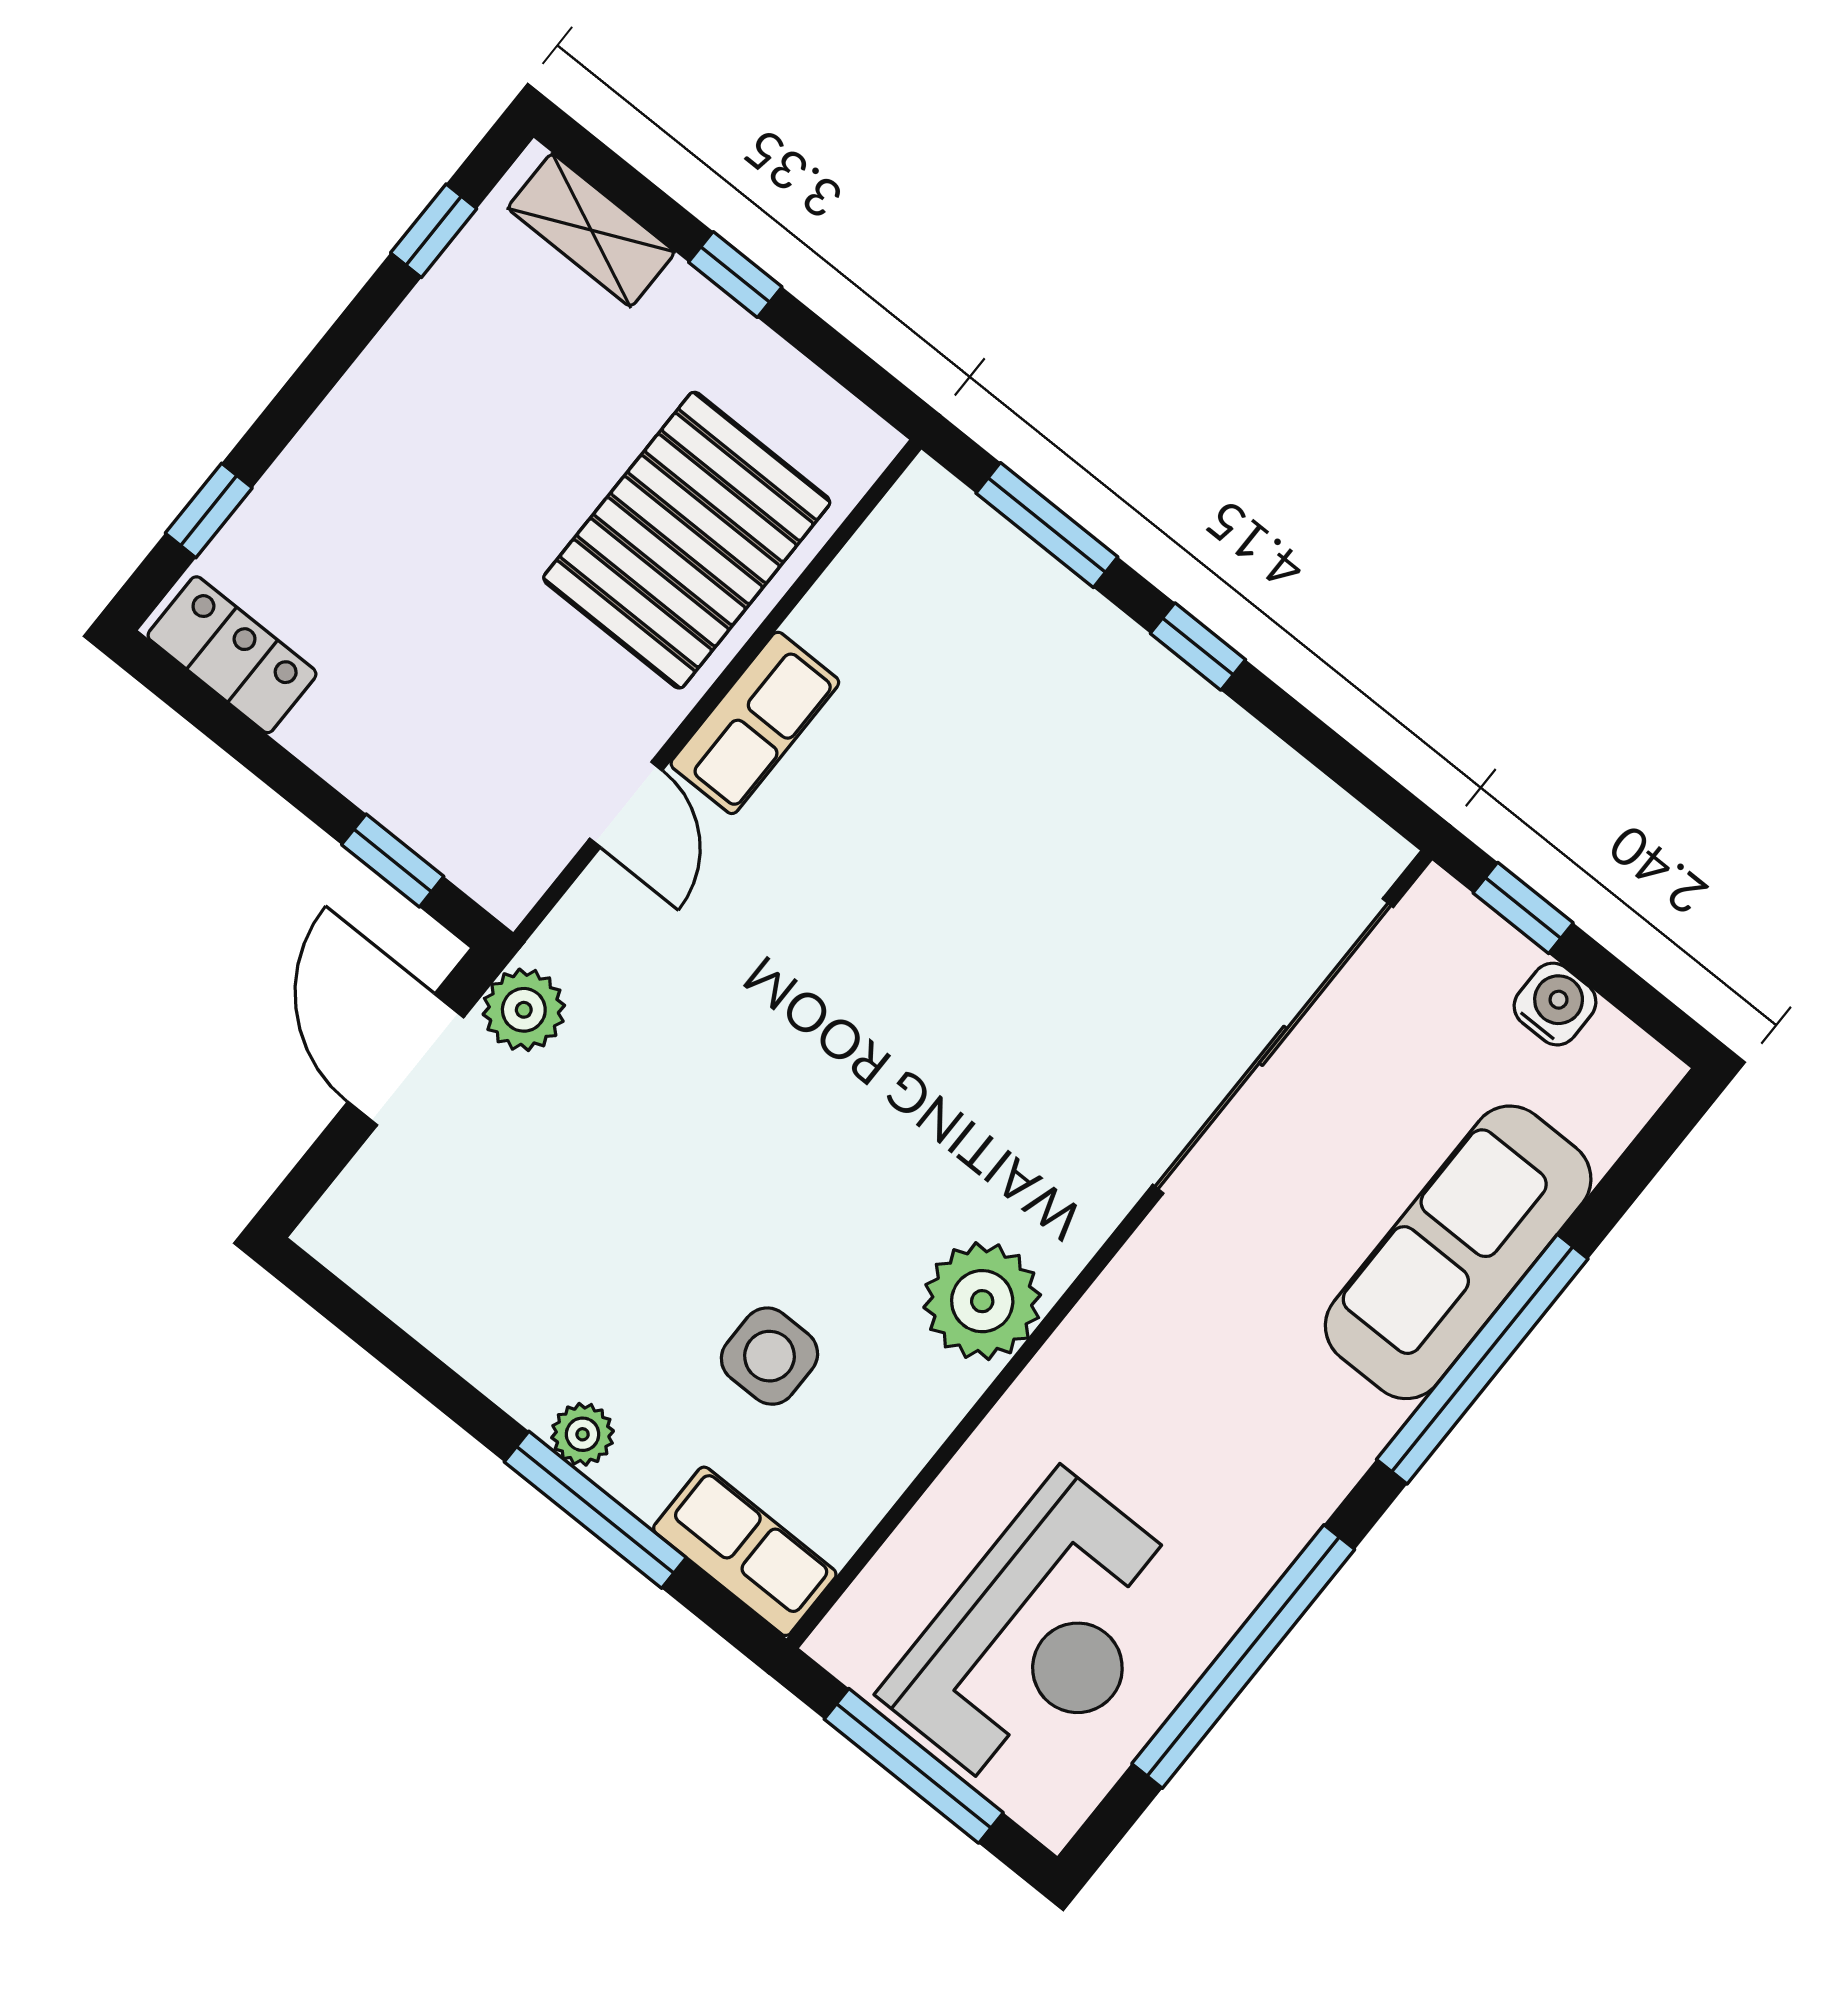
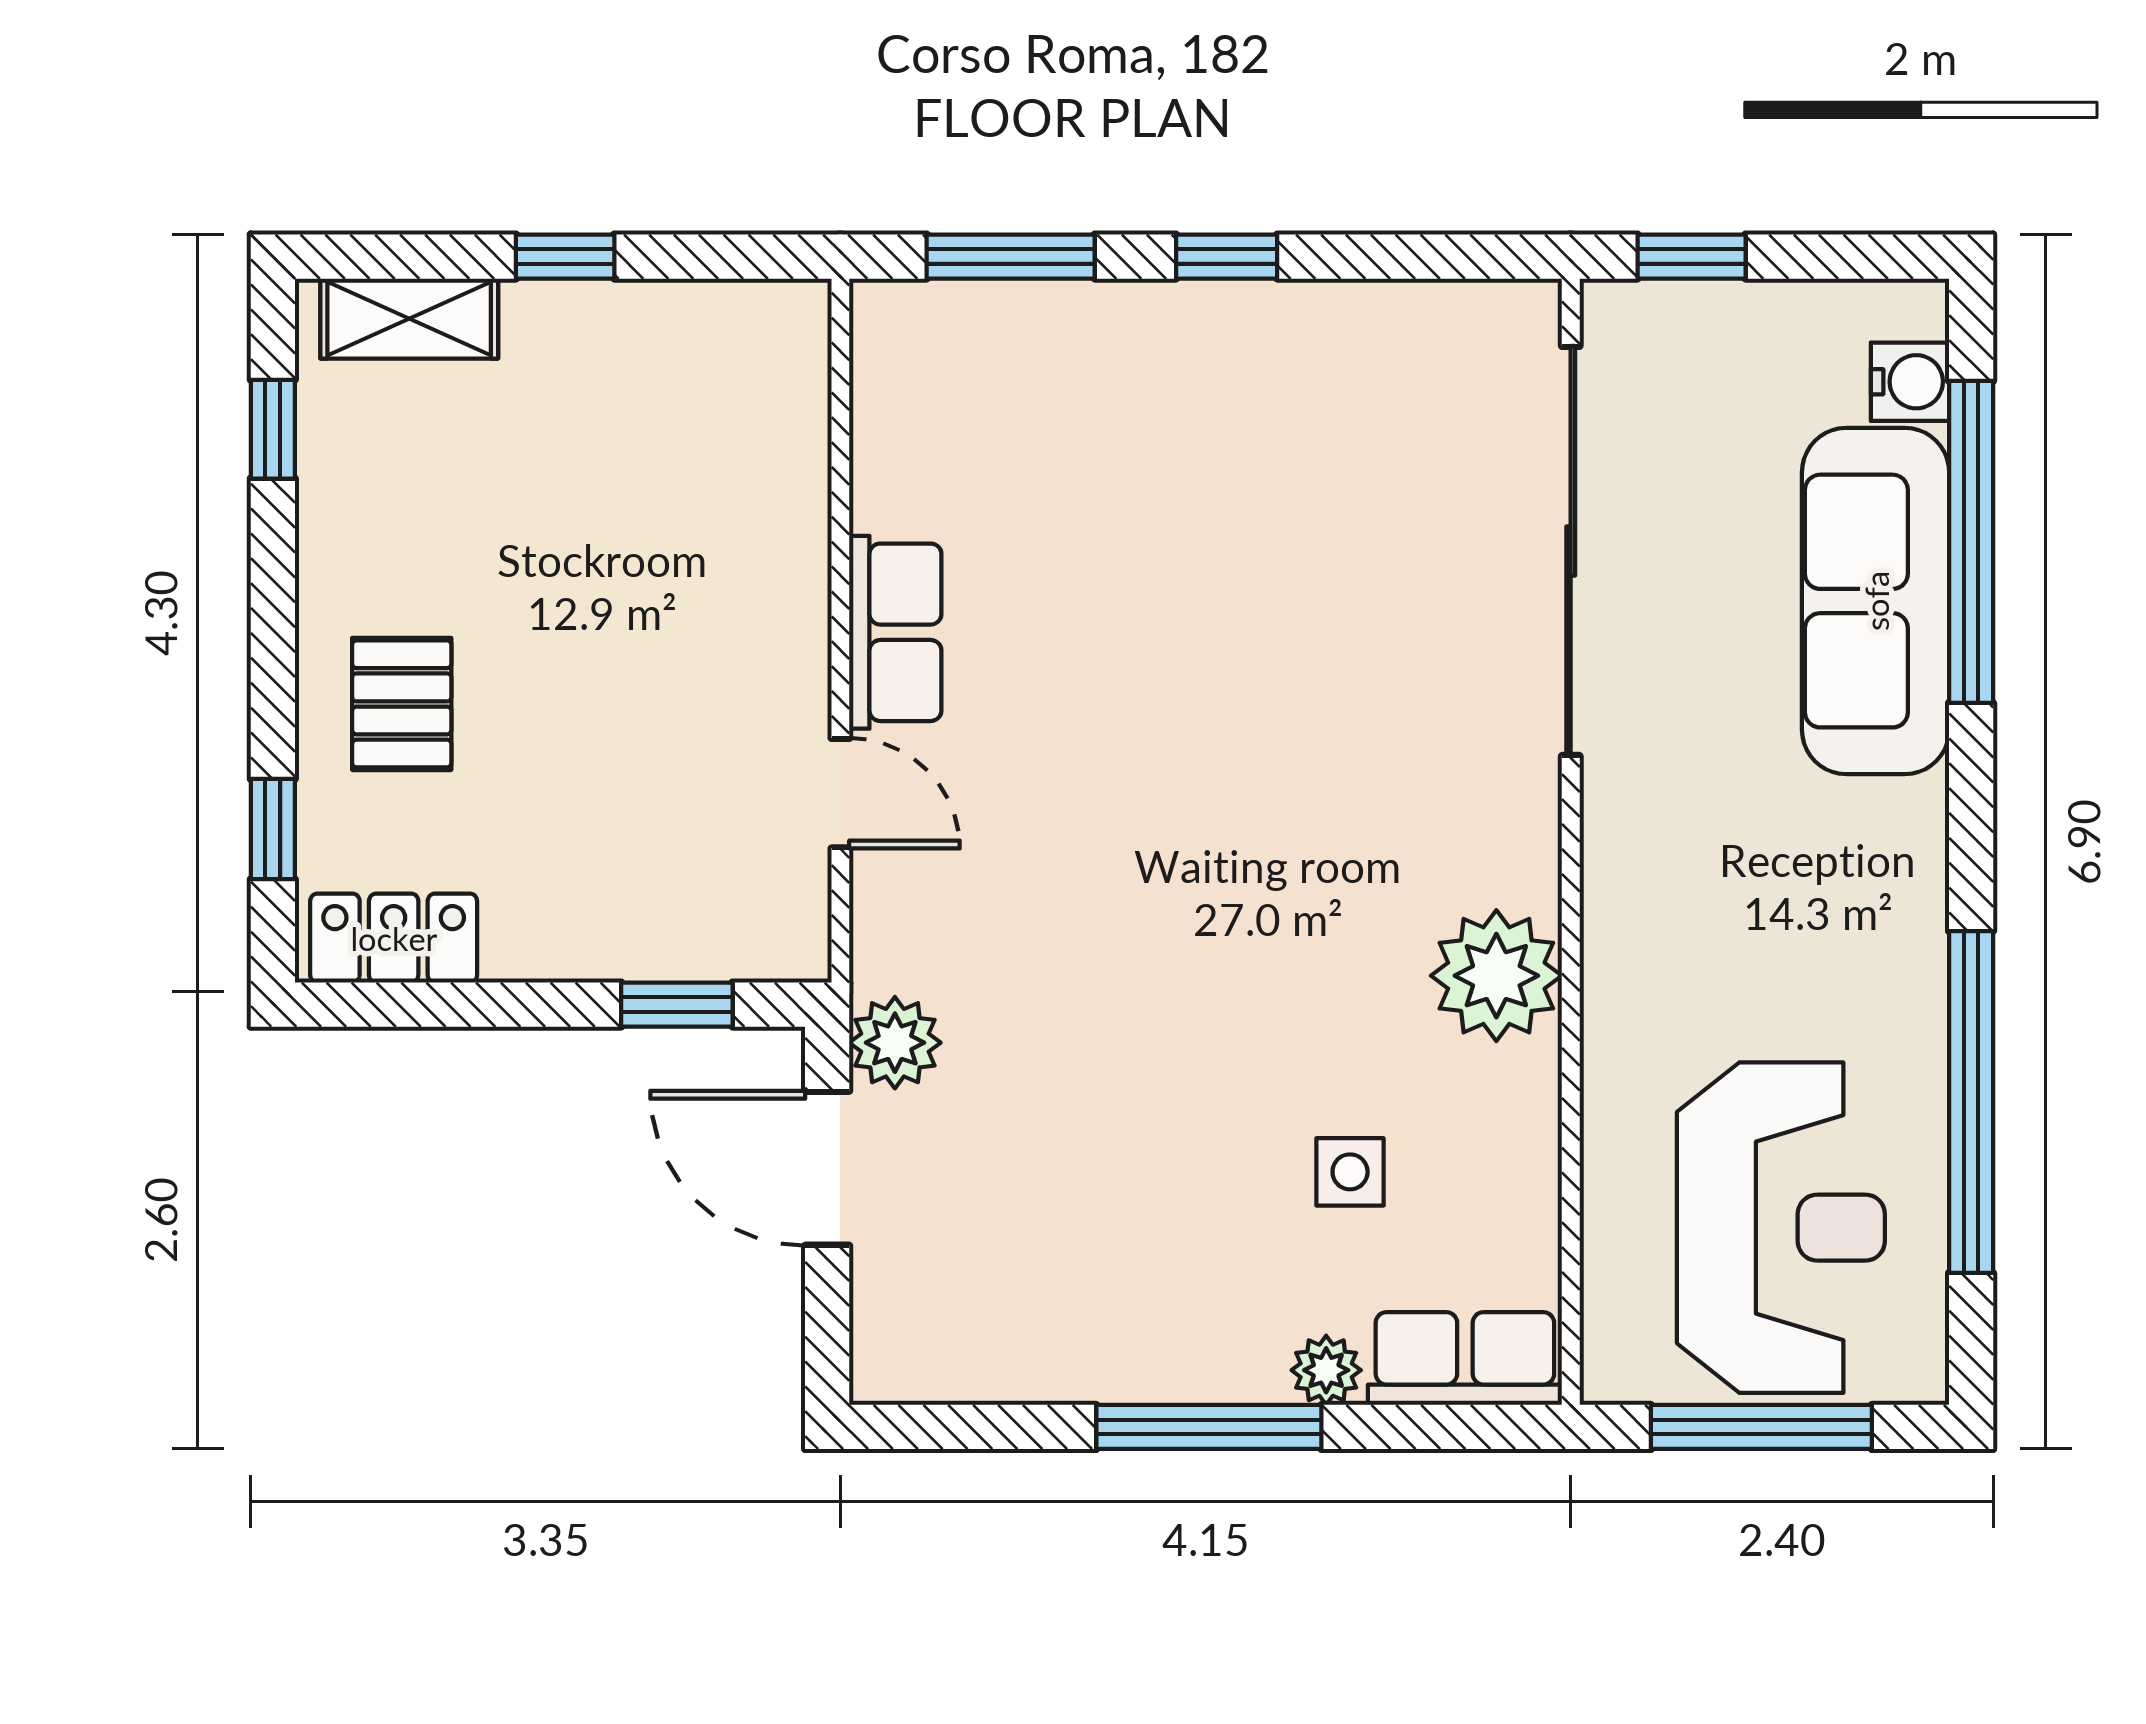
pallet: (687, 540) -> (402, 704), moved, width x0.49, depth x0.50
water cooler: (1555, 1004) -> (1910, 382), moved, turned 90
side table: (769, 1356) -> (1350, 1172), width x0.73, depth x0.73
window: (1482, 1359) -> (1971, 542), moved
plant: (583, 1434) -> (1326, 1370), moved
window: (595, 1510) -> (1209, 1427), moved

